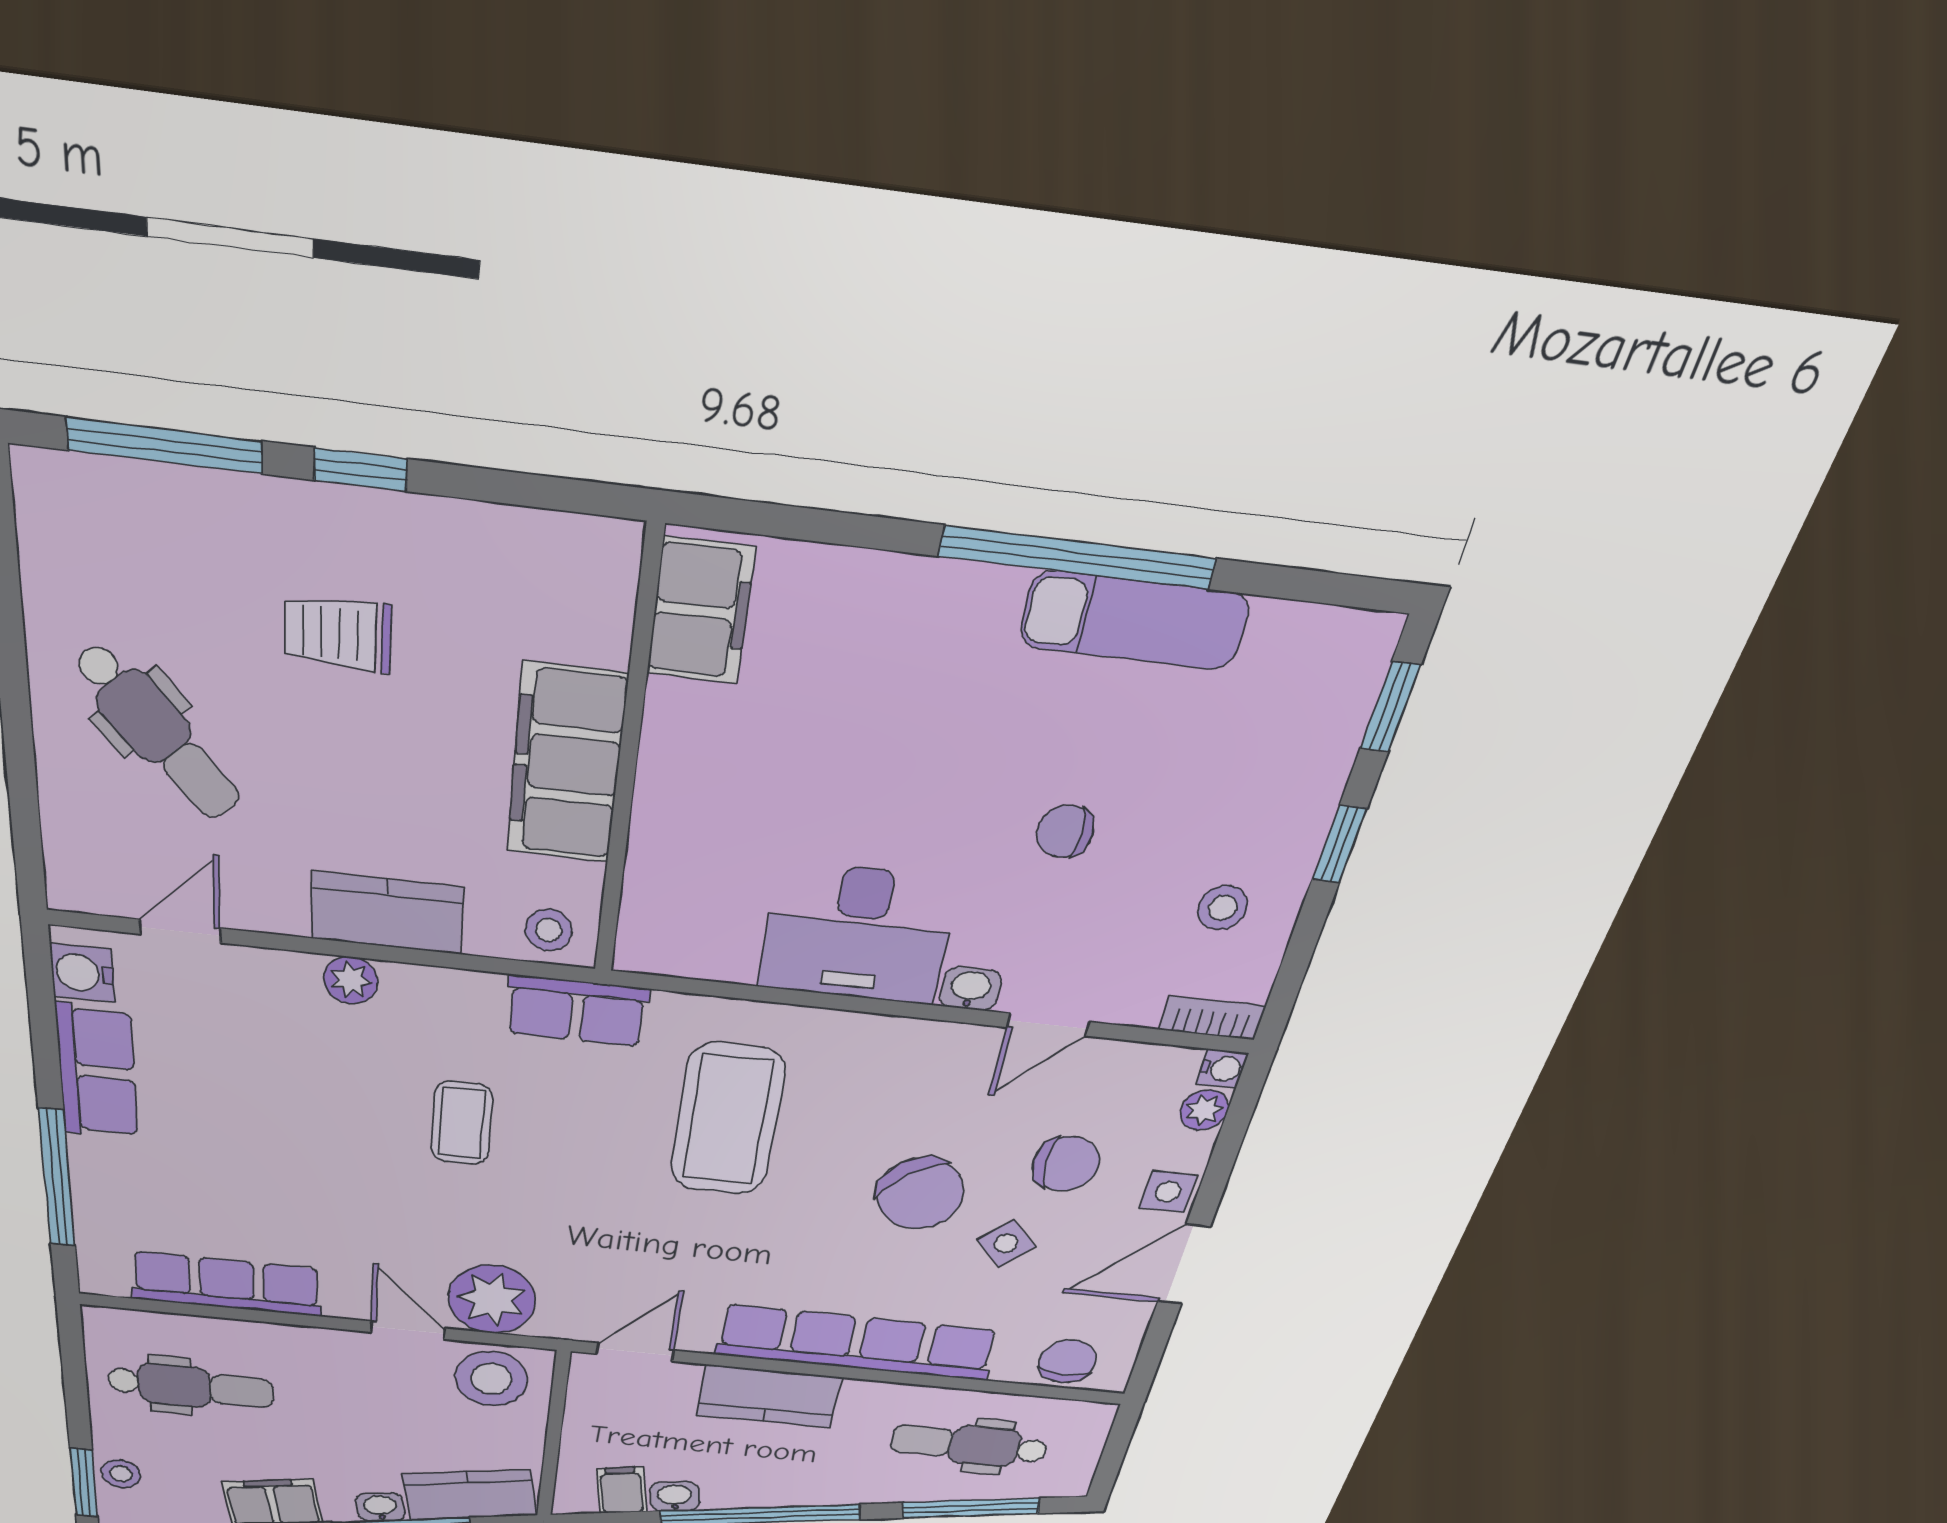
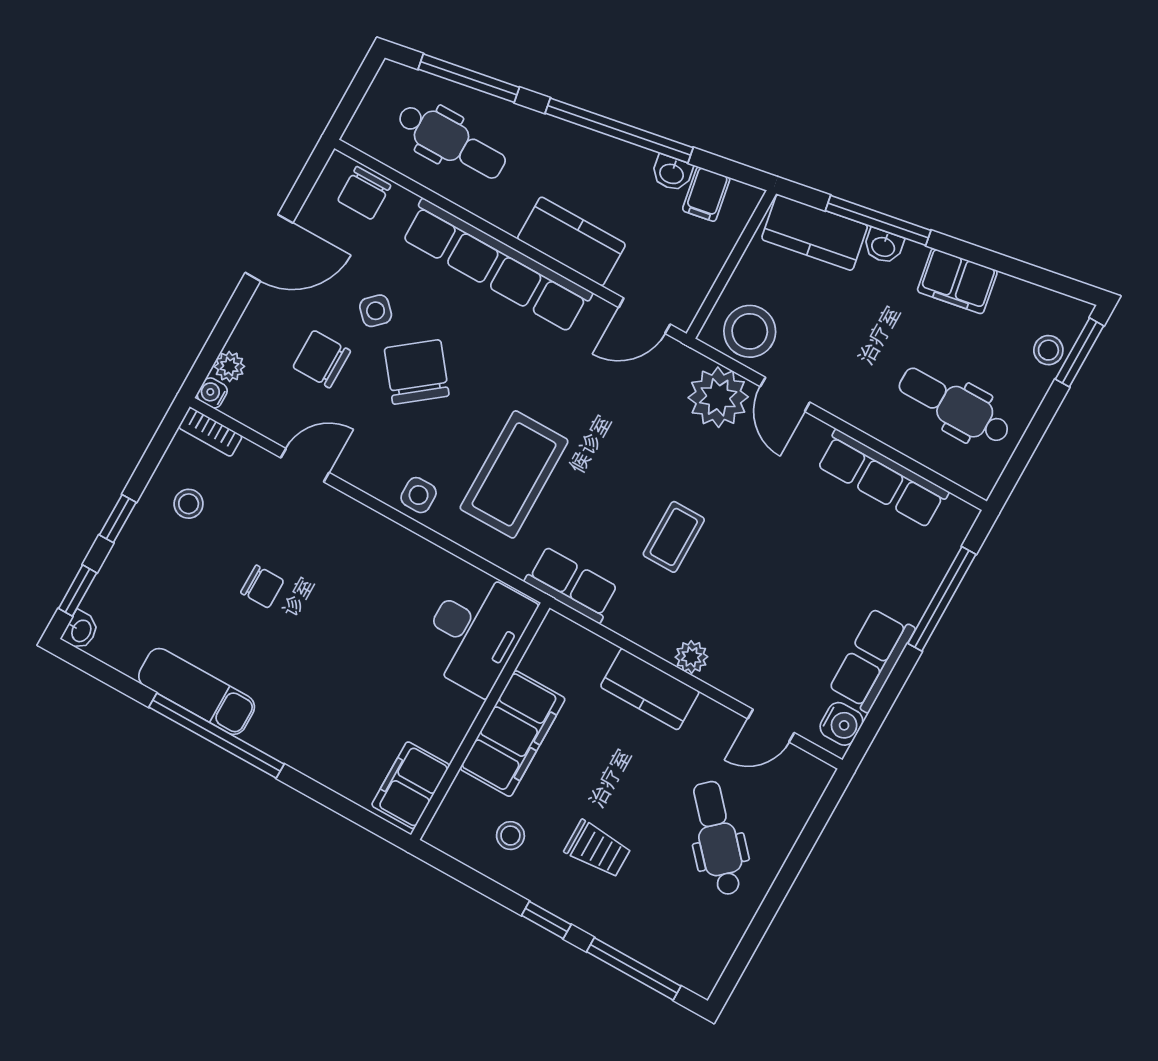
stool: (549, 930) -> (510, 836), moved
desk: (858, 933) -> (476, 632), moved, turned 90
washbasin: (970, 989) -> (81, 631), moved, turned -90
side table: (1168, 1192) -> (419, 495), moved

